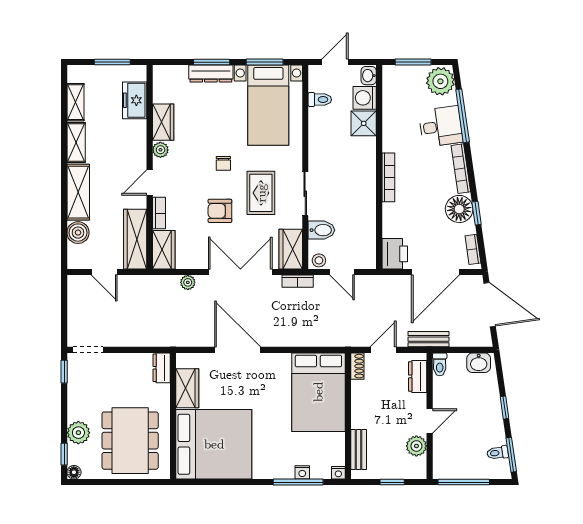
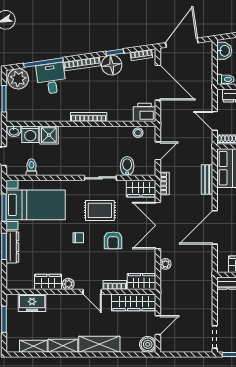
boiler: (78, 233) -> (148, 344), moved
stool: (319, 260) -> (138, 133), moved
bench: (428, 339) -> (207, 179), moved

